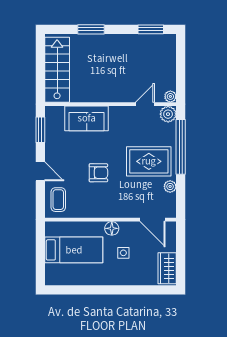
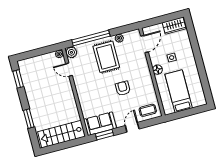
sofa: (87, 118) -> (100, 124), moved, turned -90

